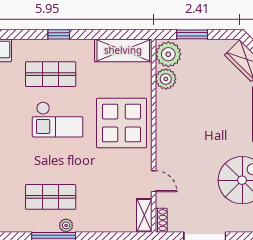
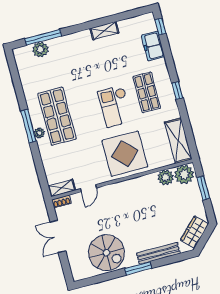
shop shelf: (51, 197) -> (57, 116), width x1.43, depth x1.36

